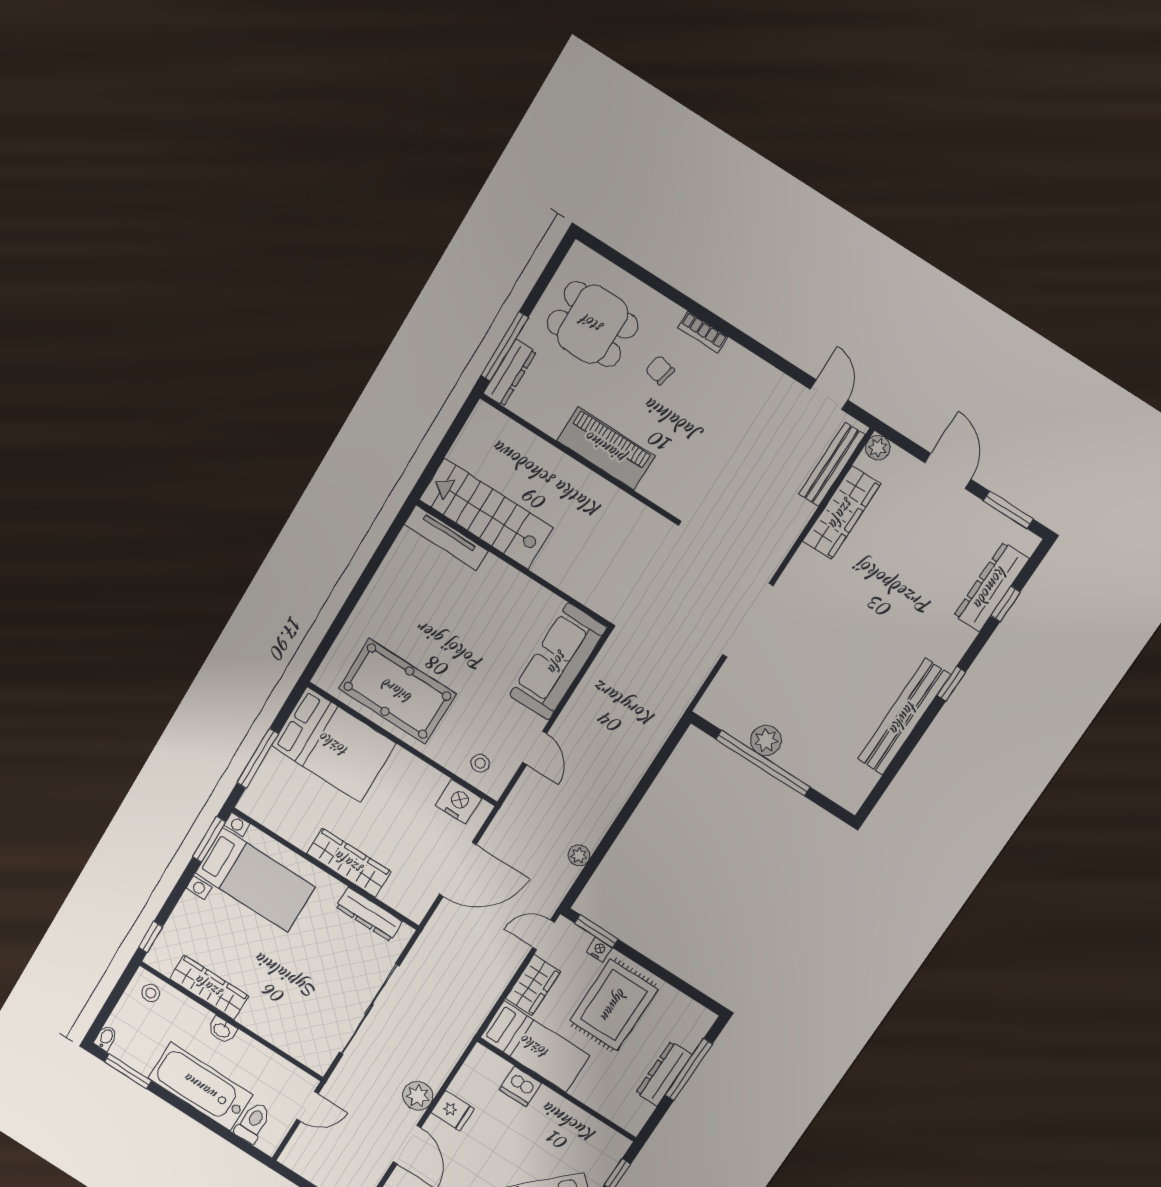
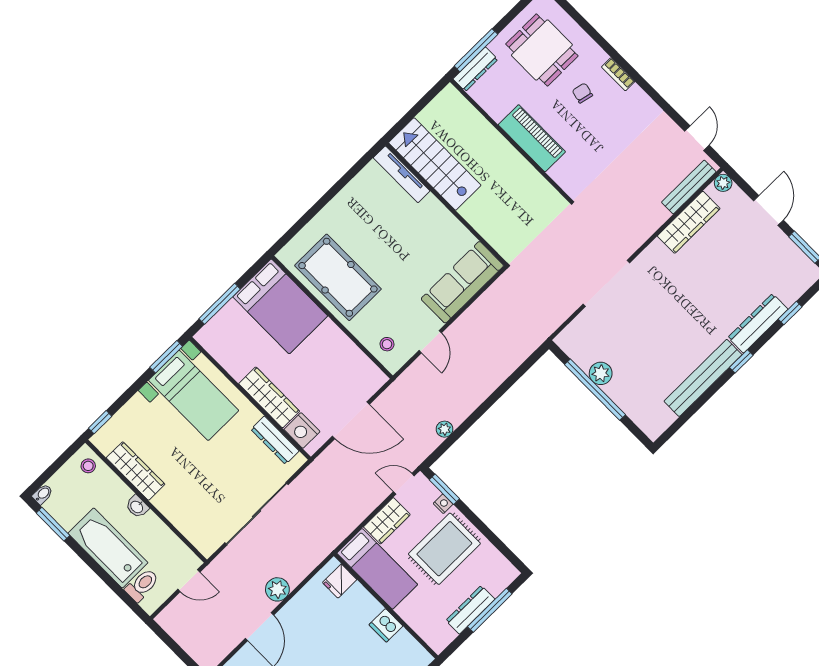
dresser: (991, 587) -> (758, 323), moved
nightstand: (459, 802) -> (302, 430), moved, turned 180
dishwasher: (520, 1086) -> (386, 625), moved
fridge: (453, 1111) -> (340, 581), moved, turned 90

